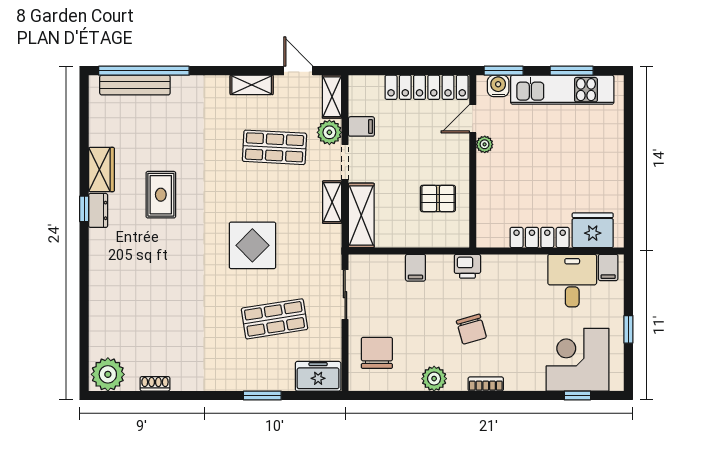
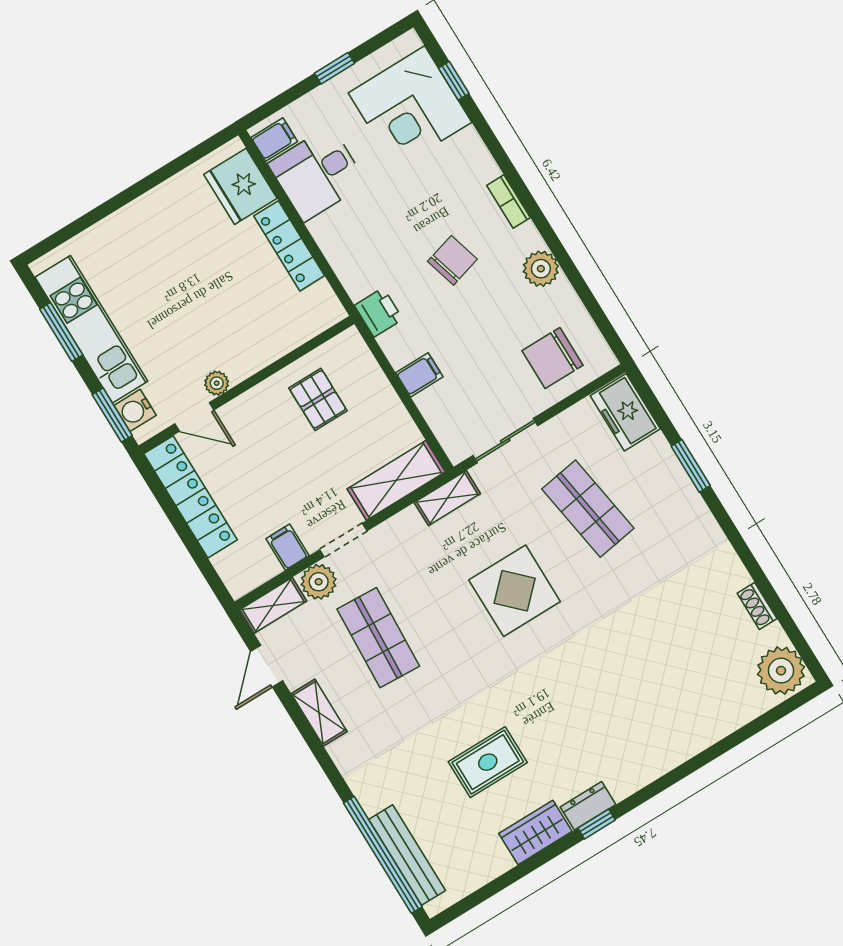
rug: (161, 195) -> (488, 762), moved
shelving: (332, 202) -> (447, 498), moved

